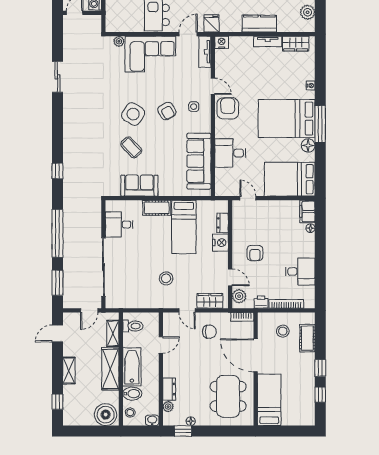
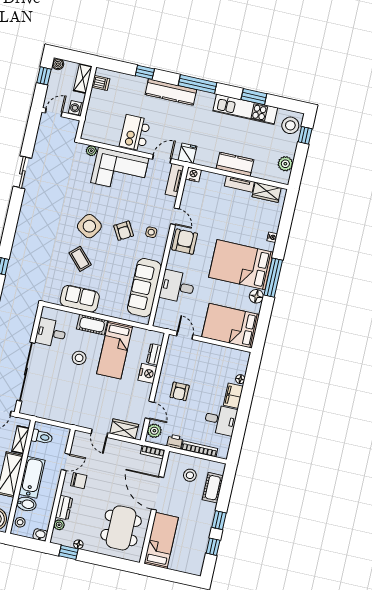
filing cabinet: (307, 211) -> (233, 396), moved
stool: (166, 278) -> (79, 358), moved
chair: (209, 332) -> (79, 481), moved

